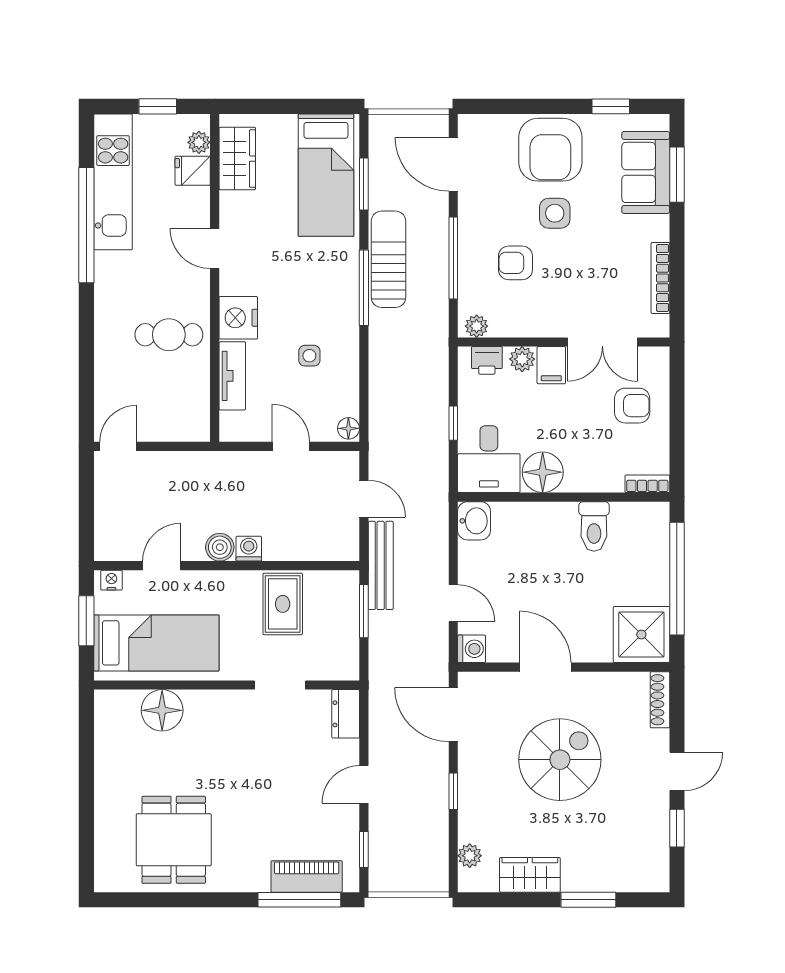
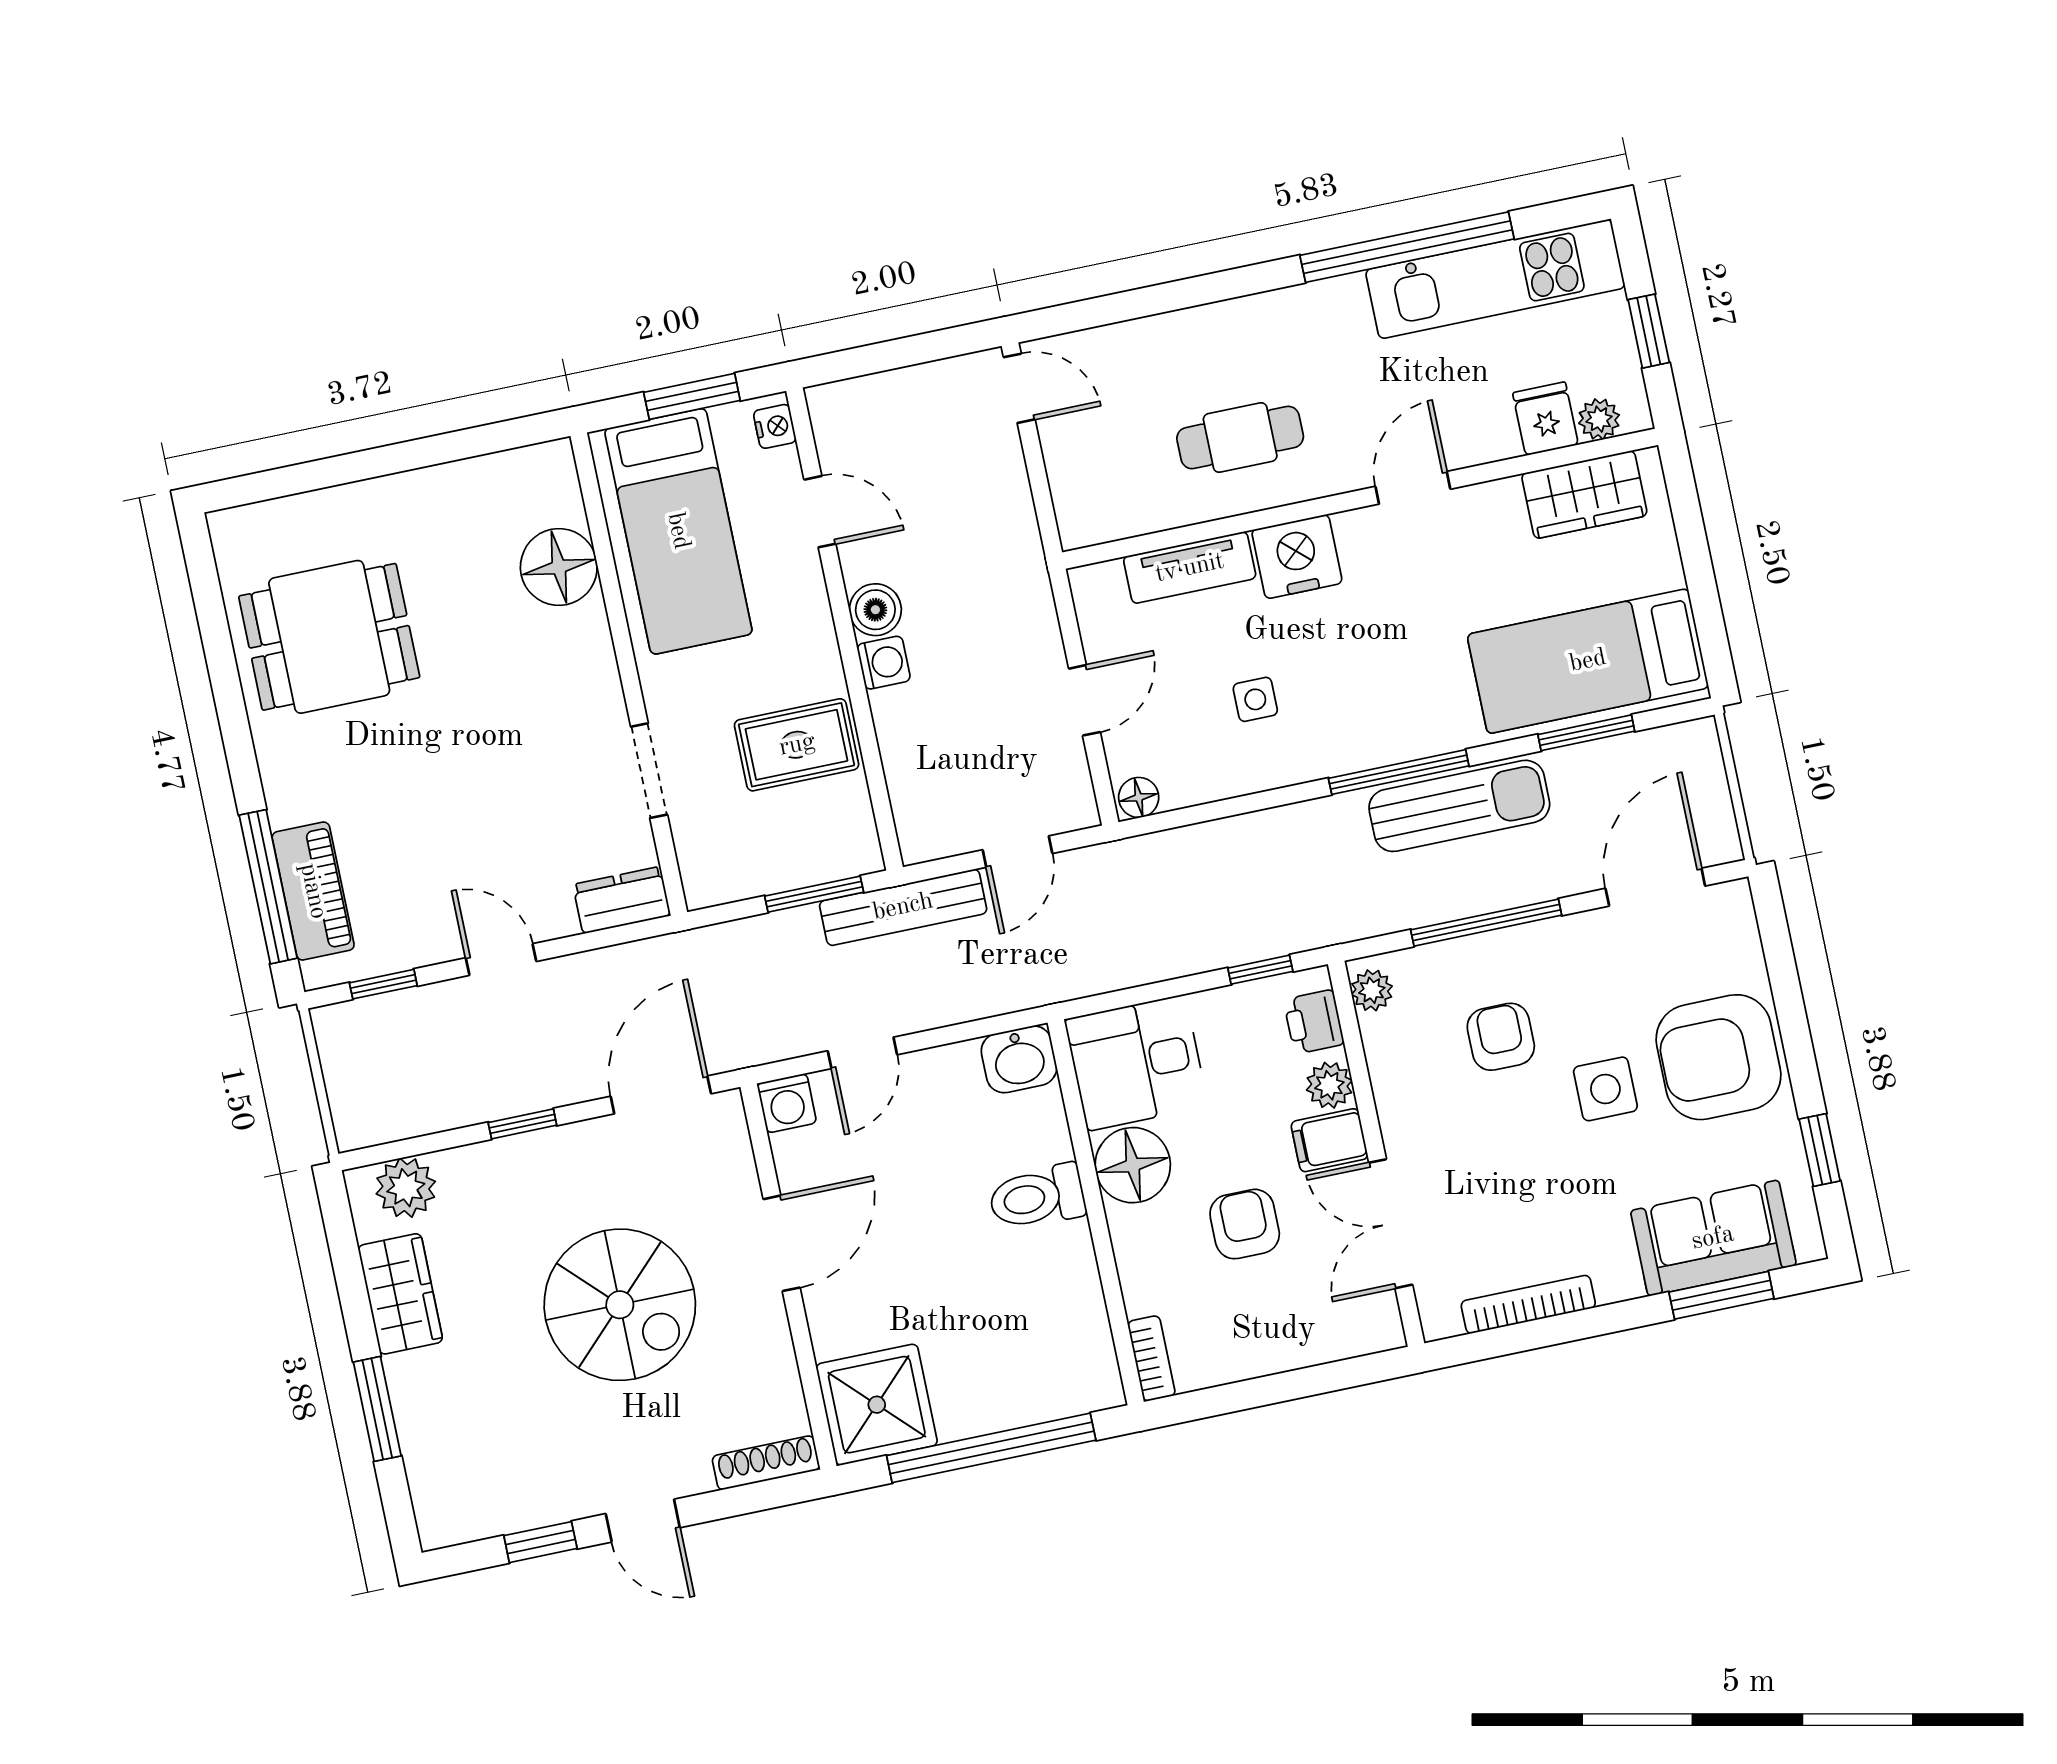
cafe table: (169, 335) -> (1240, 438), turned 90
armchair: (632, 406) -> (1245, 1224), moved, turned 180
window: (453, 423) -> (1260, 970), moved
toilet: (594, 527) -> (1037, 1197), moved
plant: (470, 856) -> (406, 1188), width x1.38, depth x1.38

